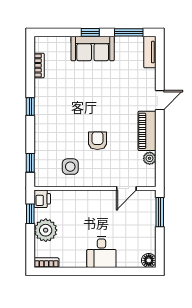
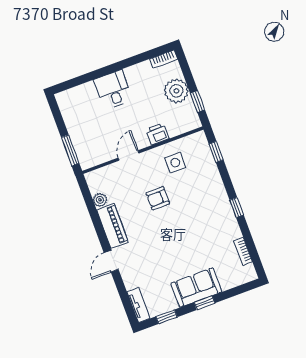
window: (129, 32) -> (167, 317), width x0.67
armchair: (97, 141) -> (158, 198), turned 90
door: (126, 188) -> (129, 155), moved
printer: (42, 199) -> (157, 134), moved, turned 90
floor lamp: (149, 260) -> (63, 99), removed

